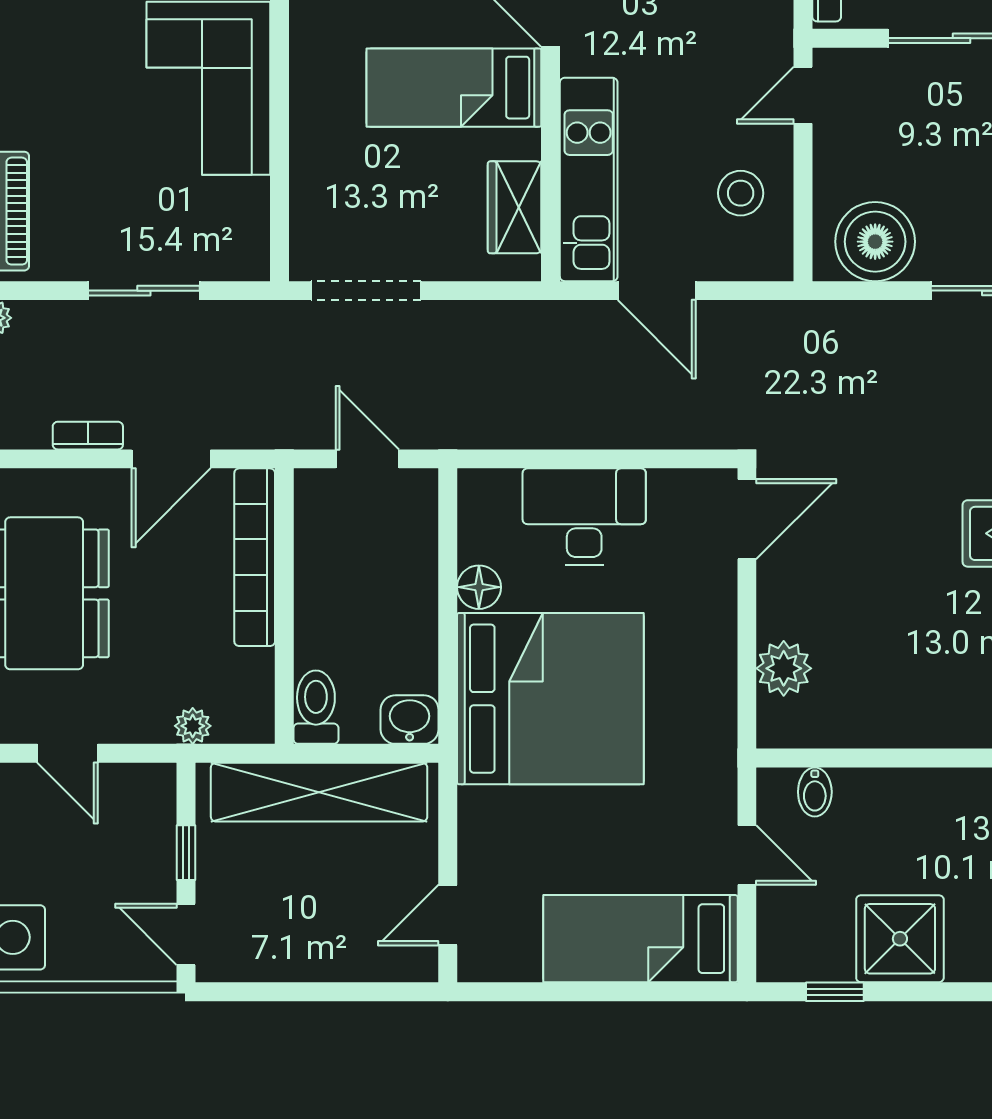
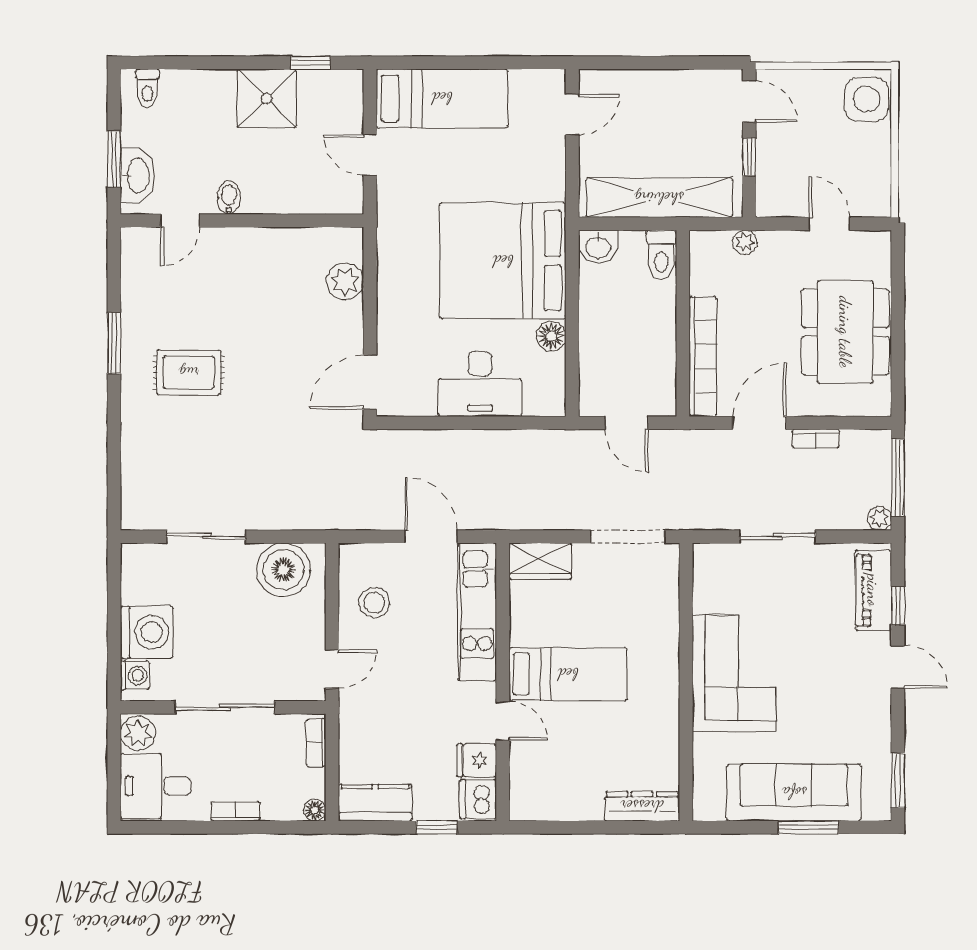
wardrobe: (515, 207) -> (540, 561), moved, turned 90
bidet: (815, 792) -> (229, 198), moved

